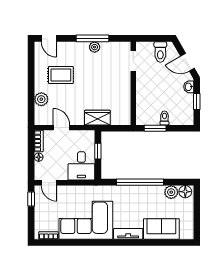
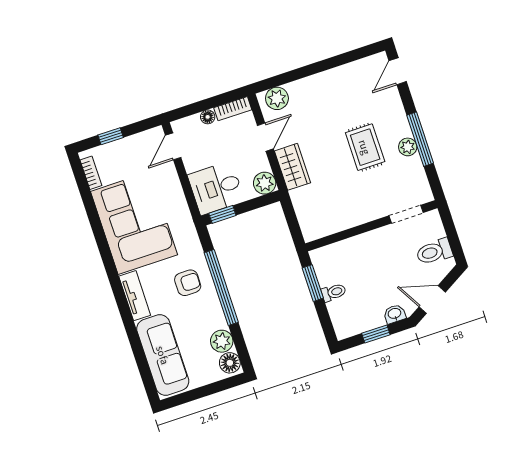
door: (188, 62) -> (432, 299), hinge flipped
rug: (61, 75) -> (365, 147), moved
plant: (41, 99) -> (277, 98), moved
wardrobe: (97, 118) -> (292, 167), moved
plant: (88, 137) -> (265, 183), added
window: (98, 151) -> (222, 214), moved
window: (31, 199) -> (111, 136), moved
armchair: (131, 201) -> (188, 283), added
sofa: (161, 229) -> (163, 355), width x1.36

